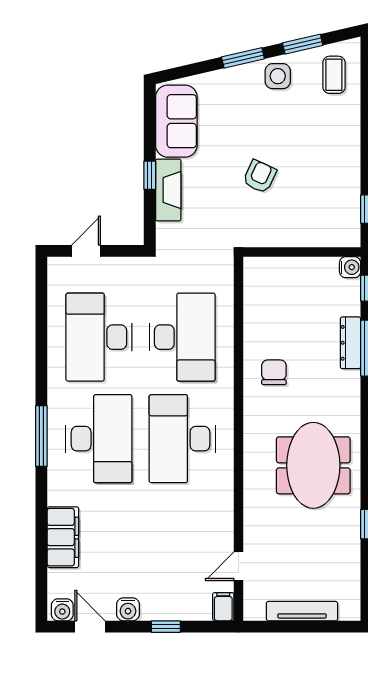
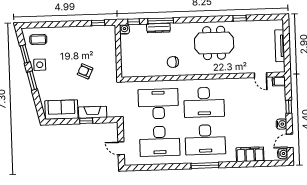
desk: (99, 439) -> (205, 140), turned 180

